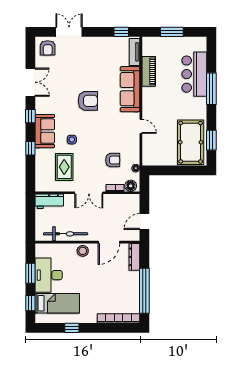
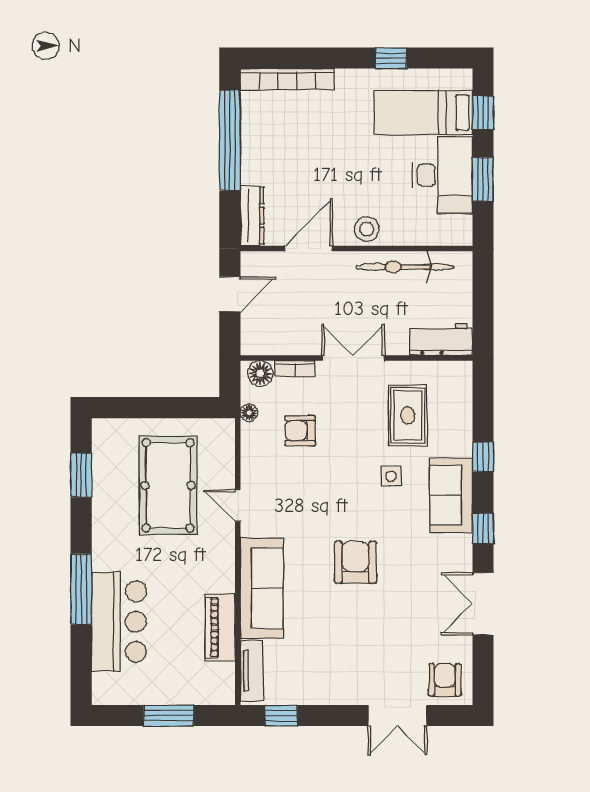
armchair: (88, 101) -> (355, 562), turned 90
pool table: (191, 142) -> (168, 485), moved

